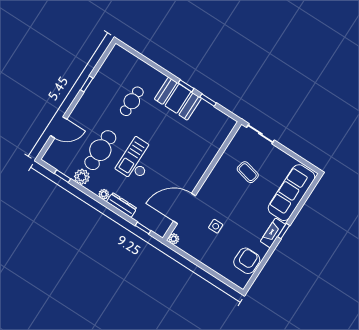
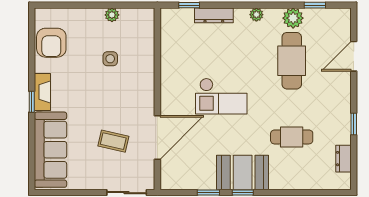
dresser: (108, 66) -> (343, 159), added
cafe table: (132, 101) -> (292, 137), turned 90
checkout: (137, 160) -> (221, 96), moved, turned 90
dresser: (122, 205) -> (214, 15), moved
door: (184, 208) -> (157, 138), moved
plant: (174, 239) -> (112, 15), moved

